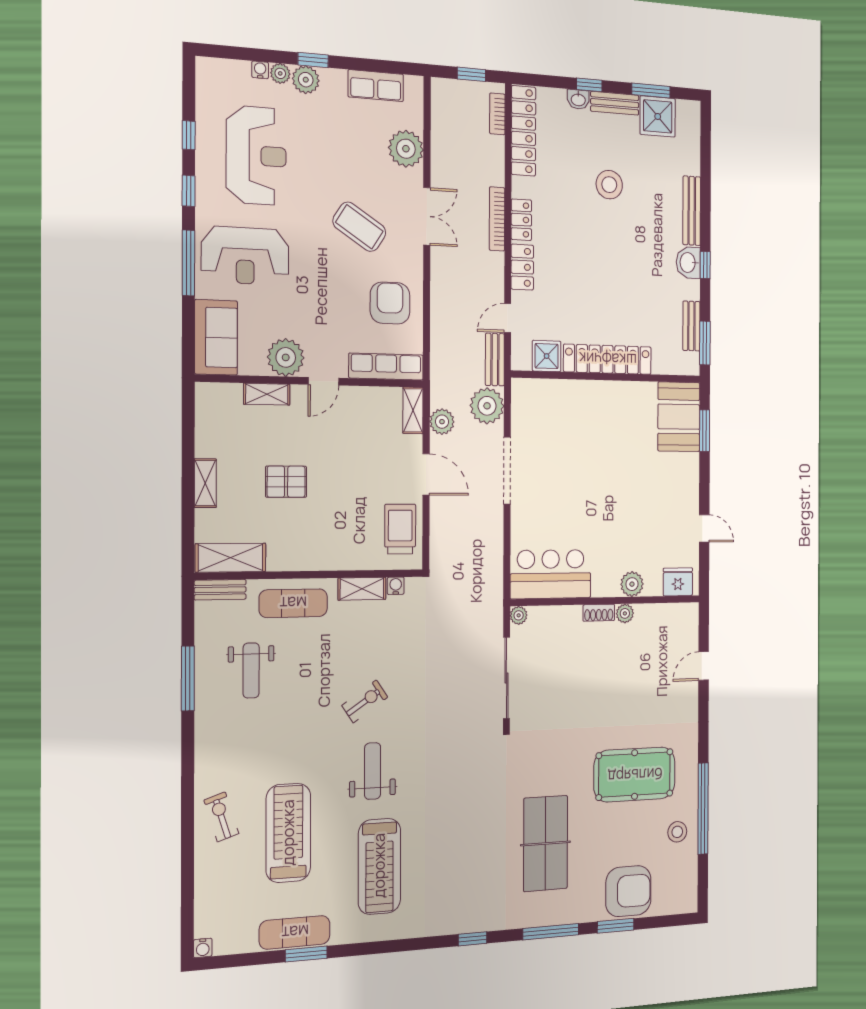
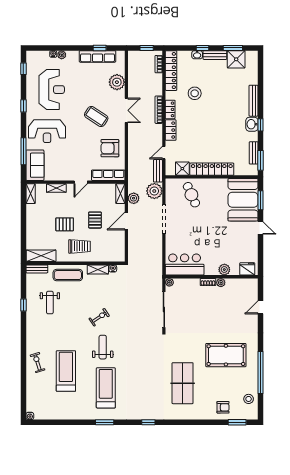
window: (313, 60) -> (100, 48), moved
plant: (306, 80) -> (73, 56), removed
row of seats: (376, 86) -> (98, 56), width x1.48
window: (189, 135) -> (23, 69), moved
stool: (609, 185) -> (195, 93), moved
window: (188, 263) -> (23, 151), moved
armchair: (390, 303) -> (110, 148), turned -90
plant: (286, 357) -> (64, 173), removed
cafe table: (565, 416) -> (191, 195), added
booth: (679, 417) -> (243, 200), width x1.36, depth x1.42
pallet: (356, 472) -> (95, 220), added
door: (426, 474) -> (126, 221), swing flipped
shelving: (205, 483) -> (31, 194), moved
door: (704, 528) -> (261, 228), moved
trolley: (400, 529) -> (80, 246), moved, turned 90
window: (188, 678) -> (23, 305), width x0.46
stool: (677, 832) -> (249, 399), moved
treadmill: (379, 866) -> (106, 388), turned 180
armchair: (628, 891) -> (223, 407), width x0.53, depth x0.53
window: (616, 926) -> (237, 422), moved
exercise mat: (295, 932) -> (69, 413), removed
window: (551, 932) -> (185, 422), removed
window: (306, 954) -> (105, 422), moved

